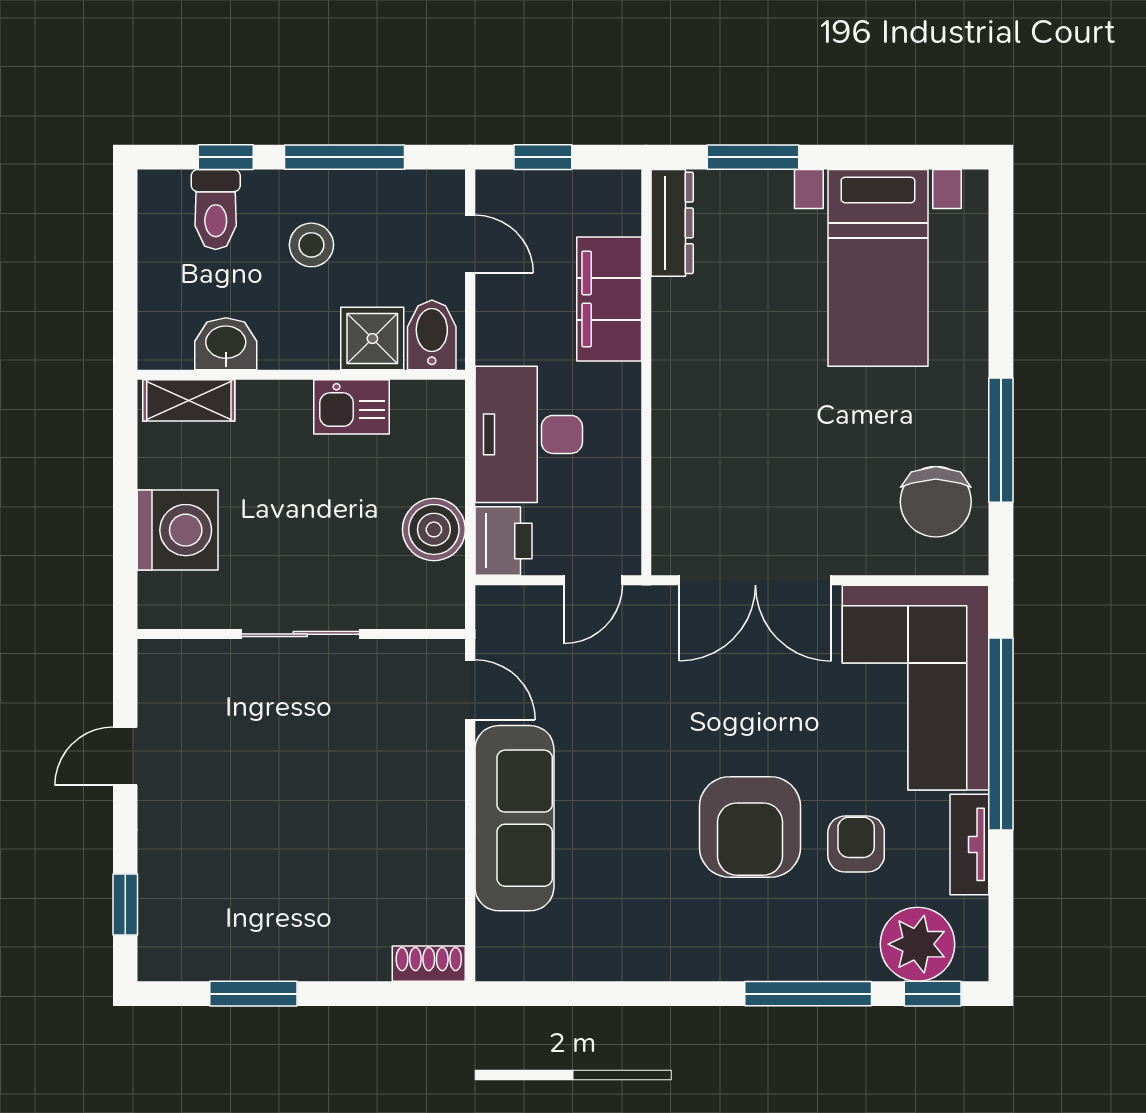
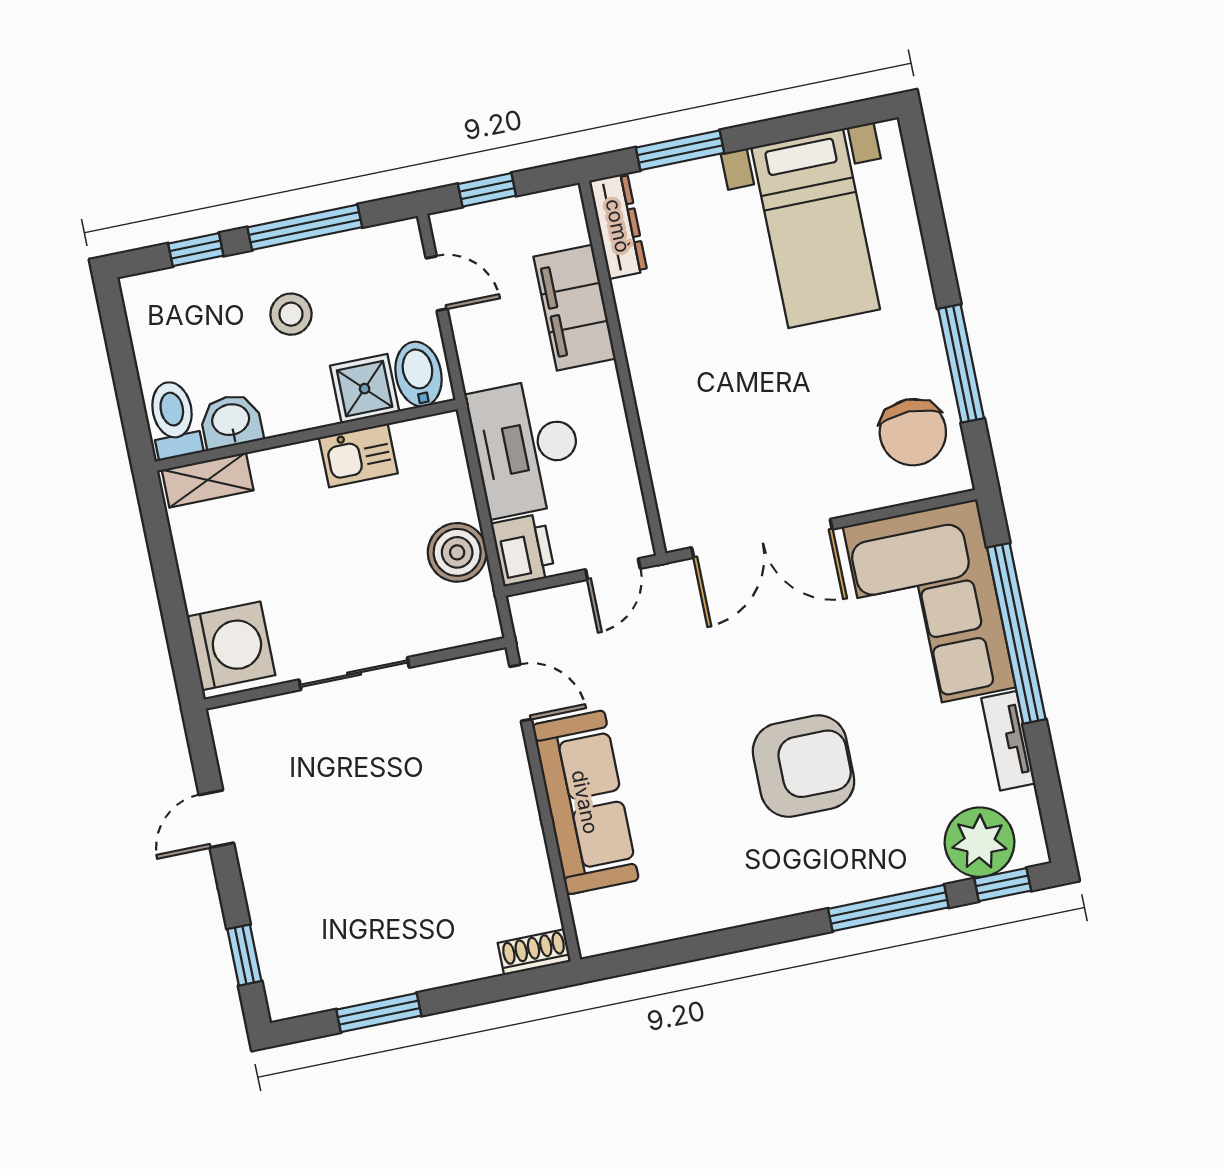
toilet: (216, 209) -> (174, 419), moved, turned 180
washing machine: (178, 530) -> (231, 646), moved
armchair: (750, 827) -> (804, 766), turned -90
armchair: (856, 844) -> (904, 762), removed

